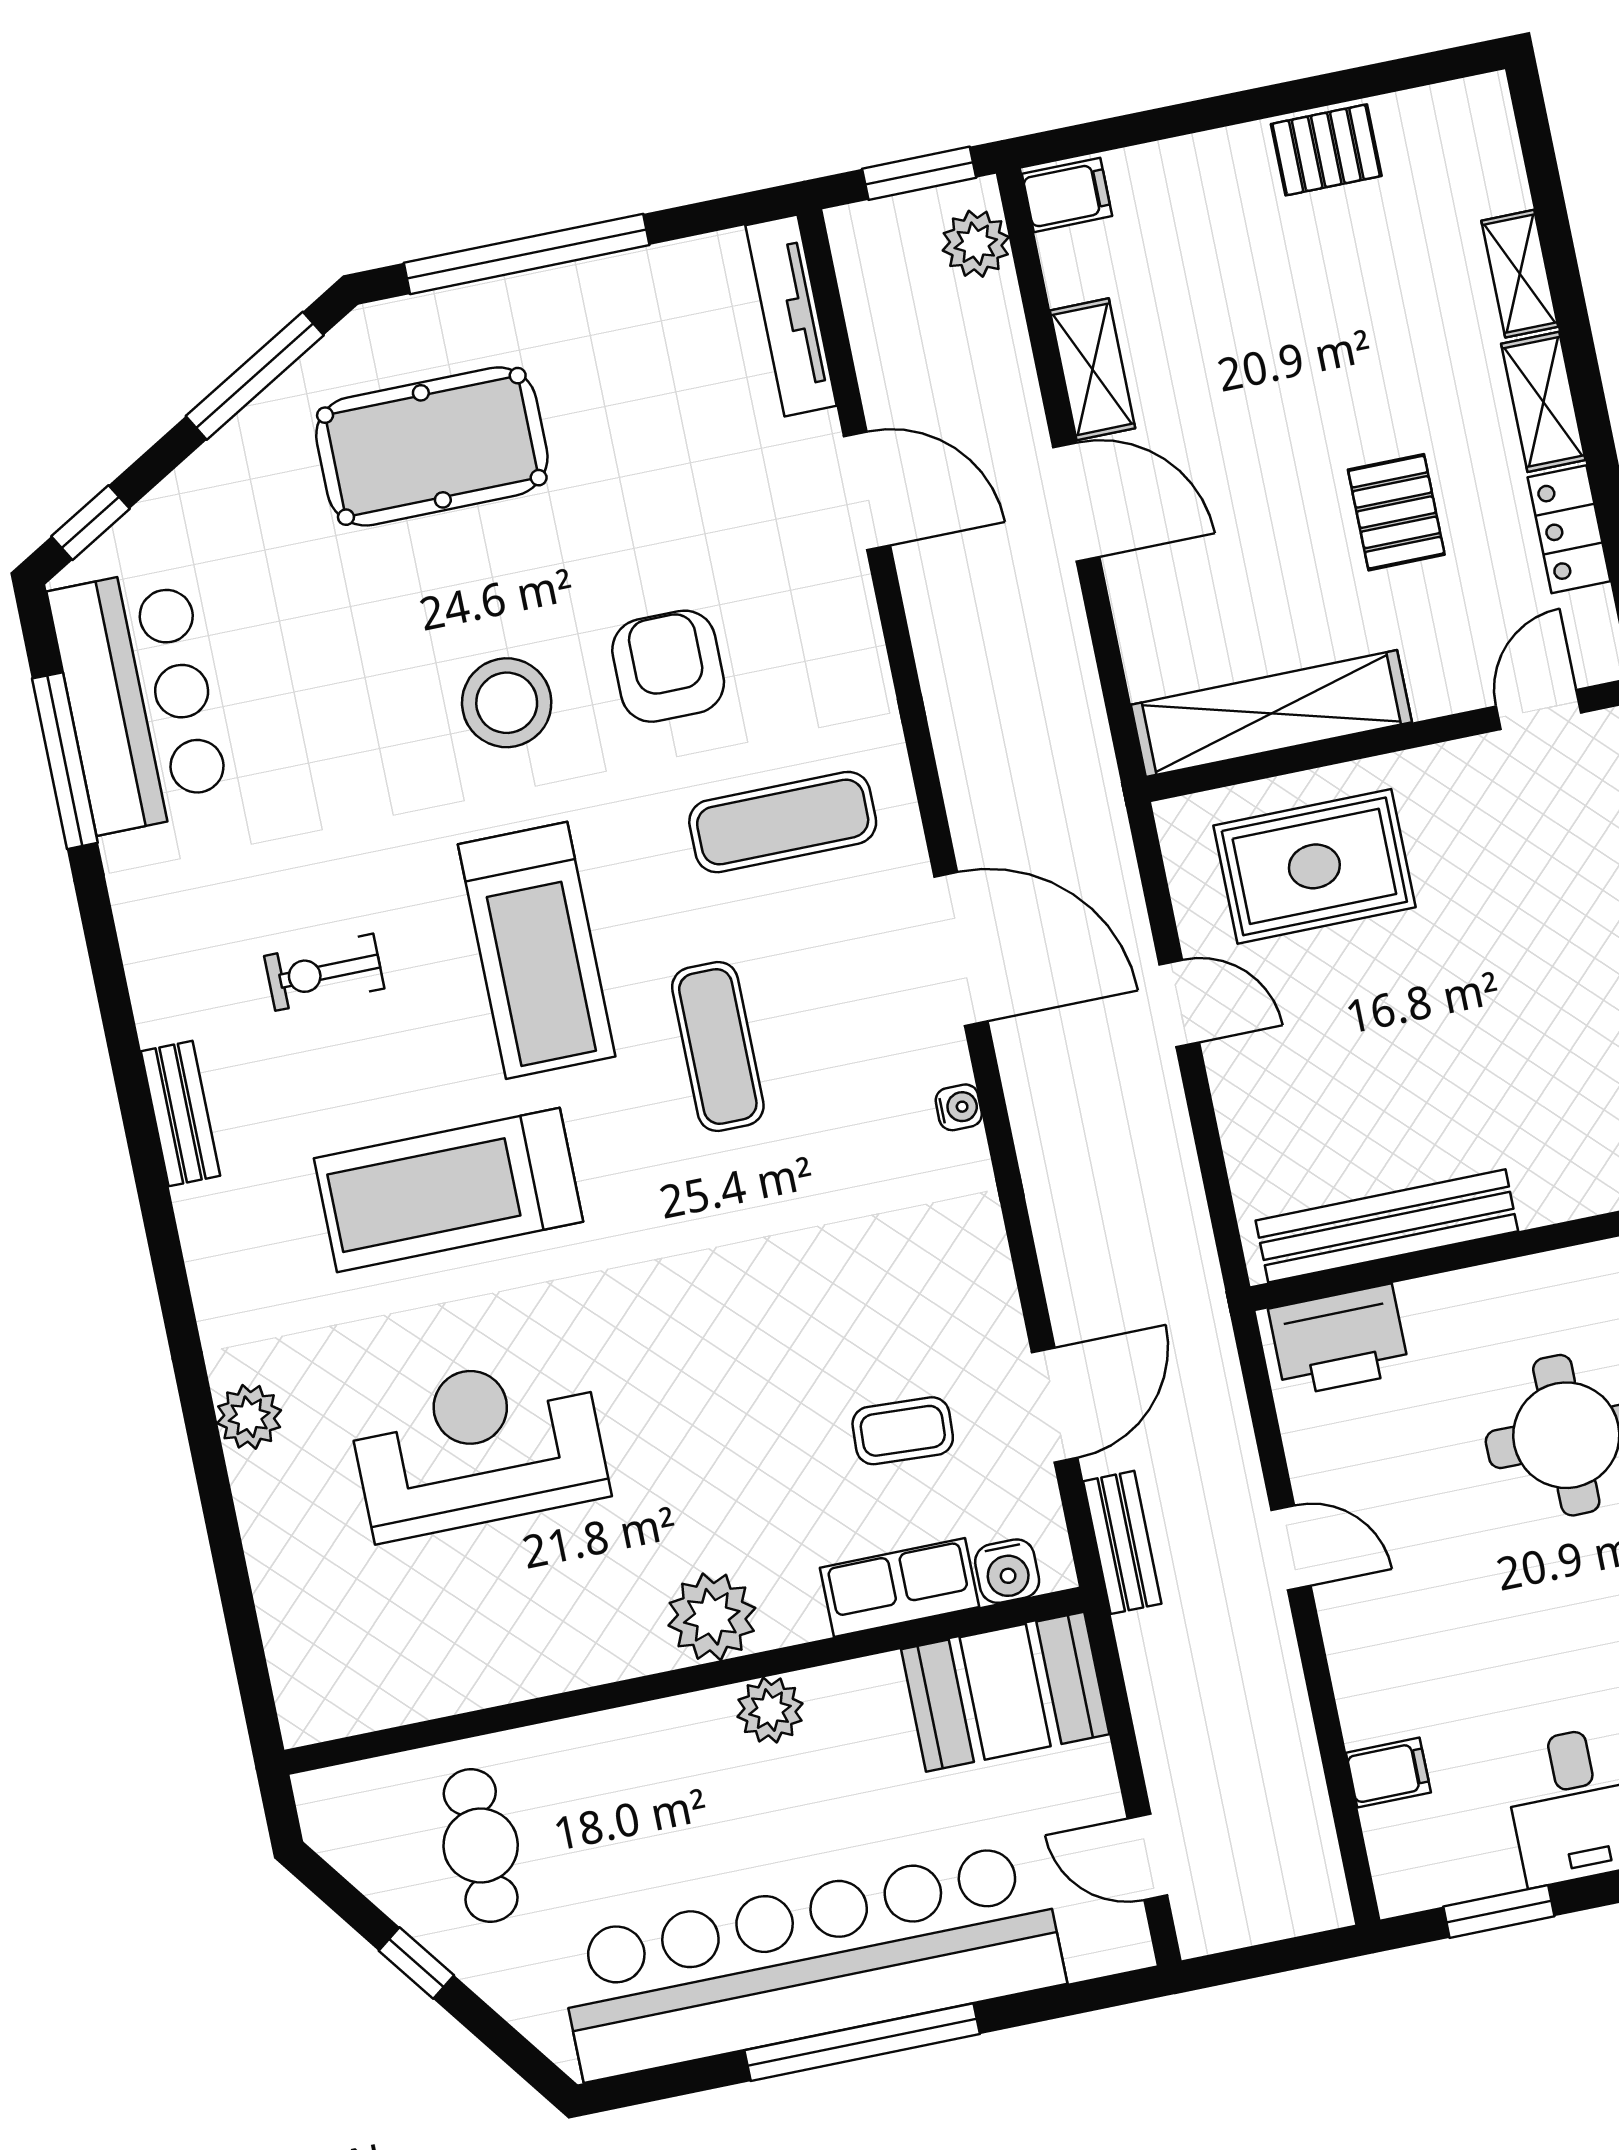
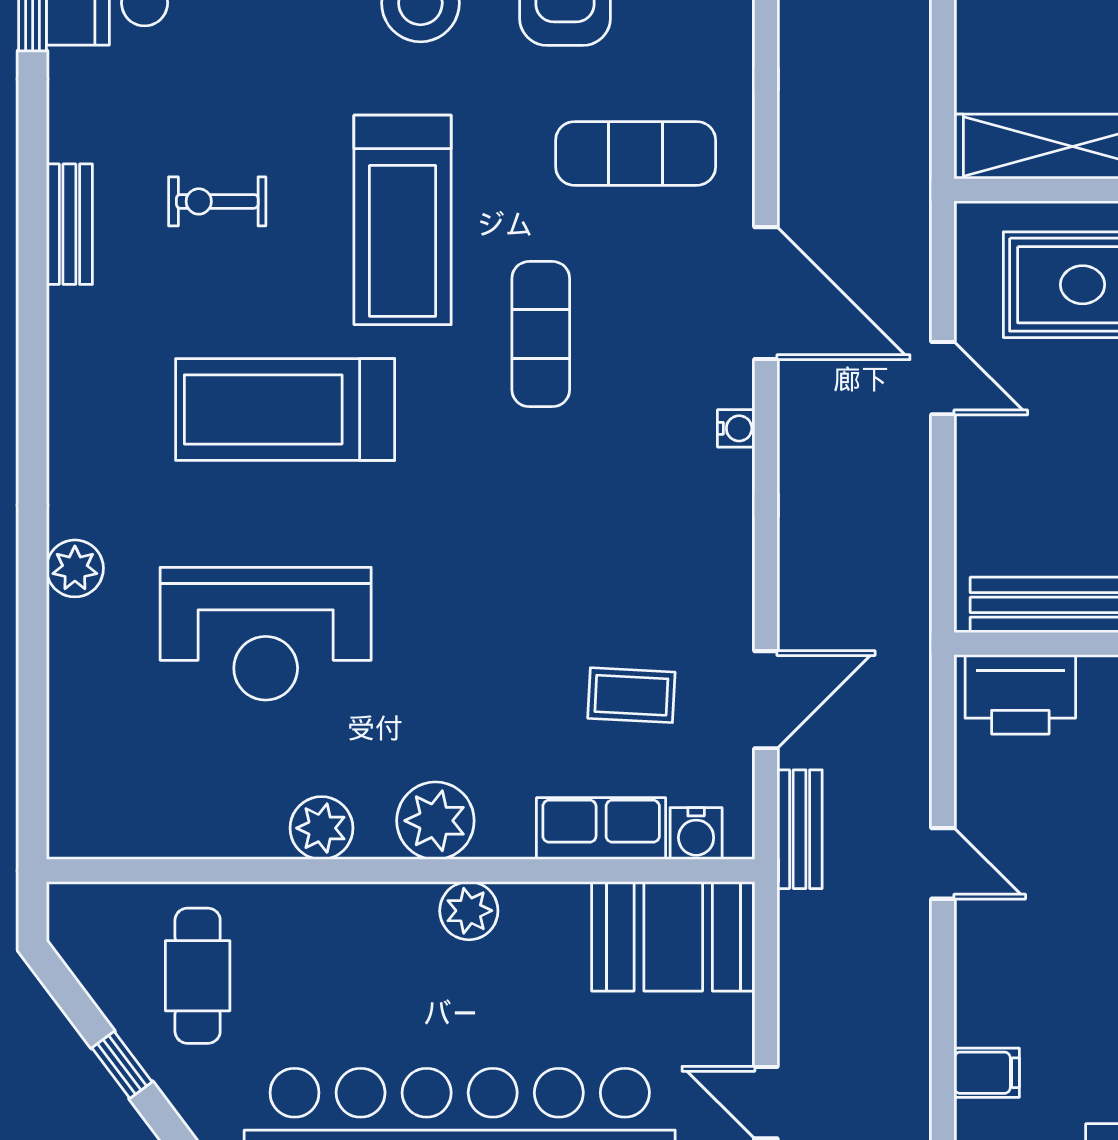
bench: (181, 1114) -> (69, 224), moved
reception desk: (478, 1446) -> (266, 634), turned 180
plant: (586, 1651) -> (321, 828), added

